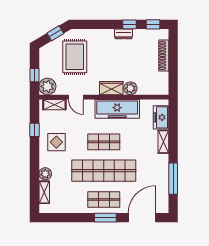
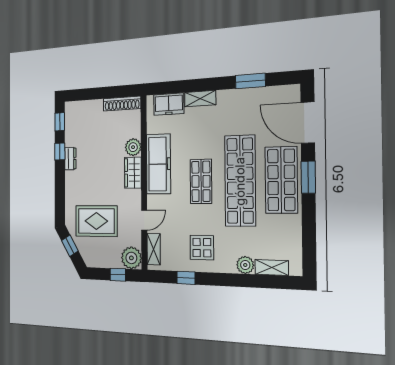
shoe rack: (164, 55) -> (122, 104), moved
window: (173, 179) -> (250, 81), width x0.69
shop shelf: (104, 199) -> (281, 180), width x1.43, depth x1.36

